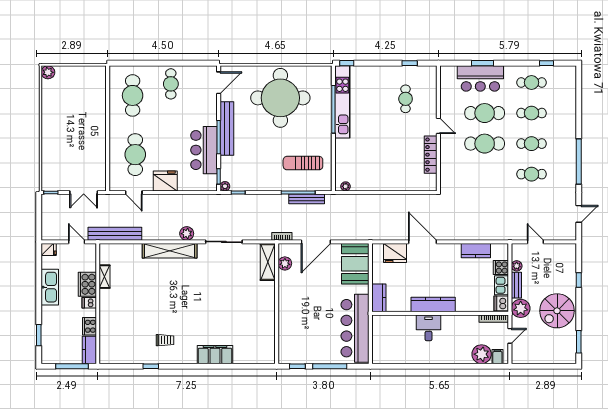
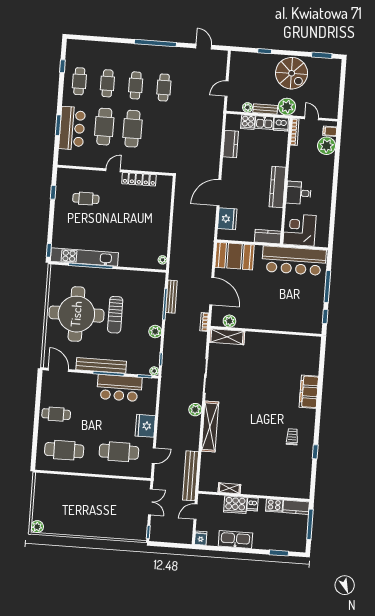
sun lounger: (303, 163) -> (115, 315), moved
plant: (268, 184) -> (155, 332), added
corner desk: (389, 332) -> (300, 230), added

